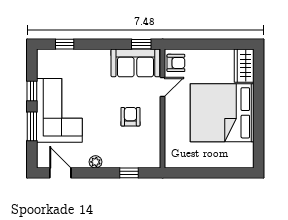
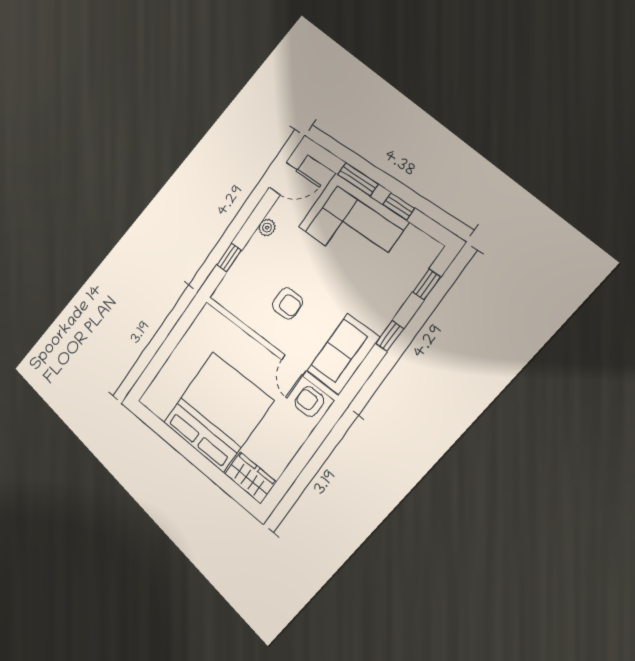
window: (141, 44) -> (390, 336), moved
armchair: (176, 63) -> (309, 402), turned 90

